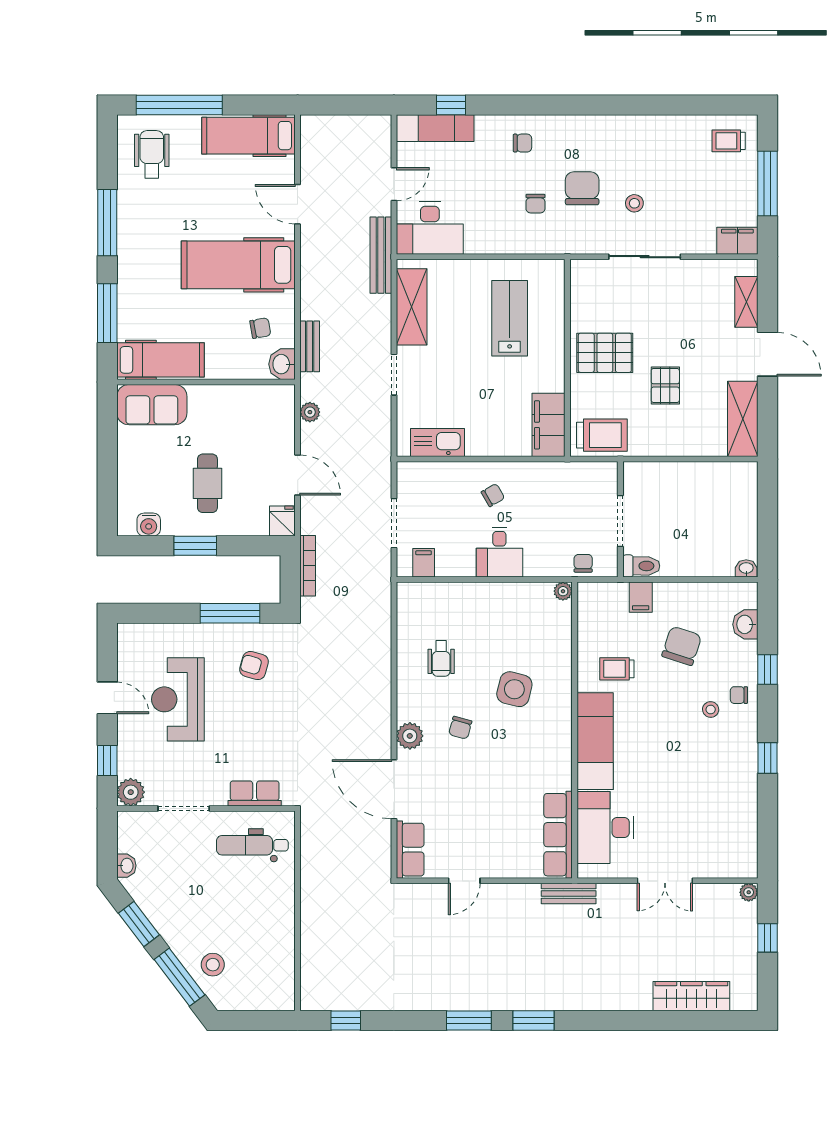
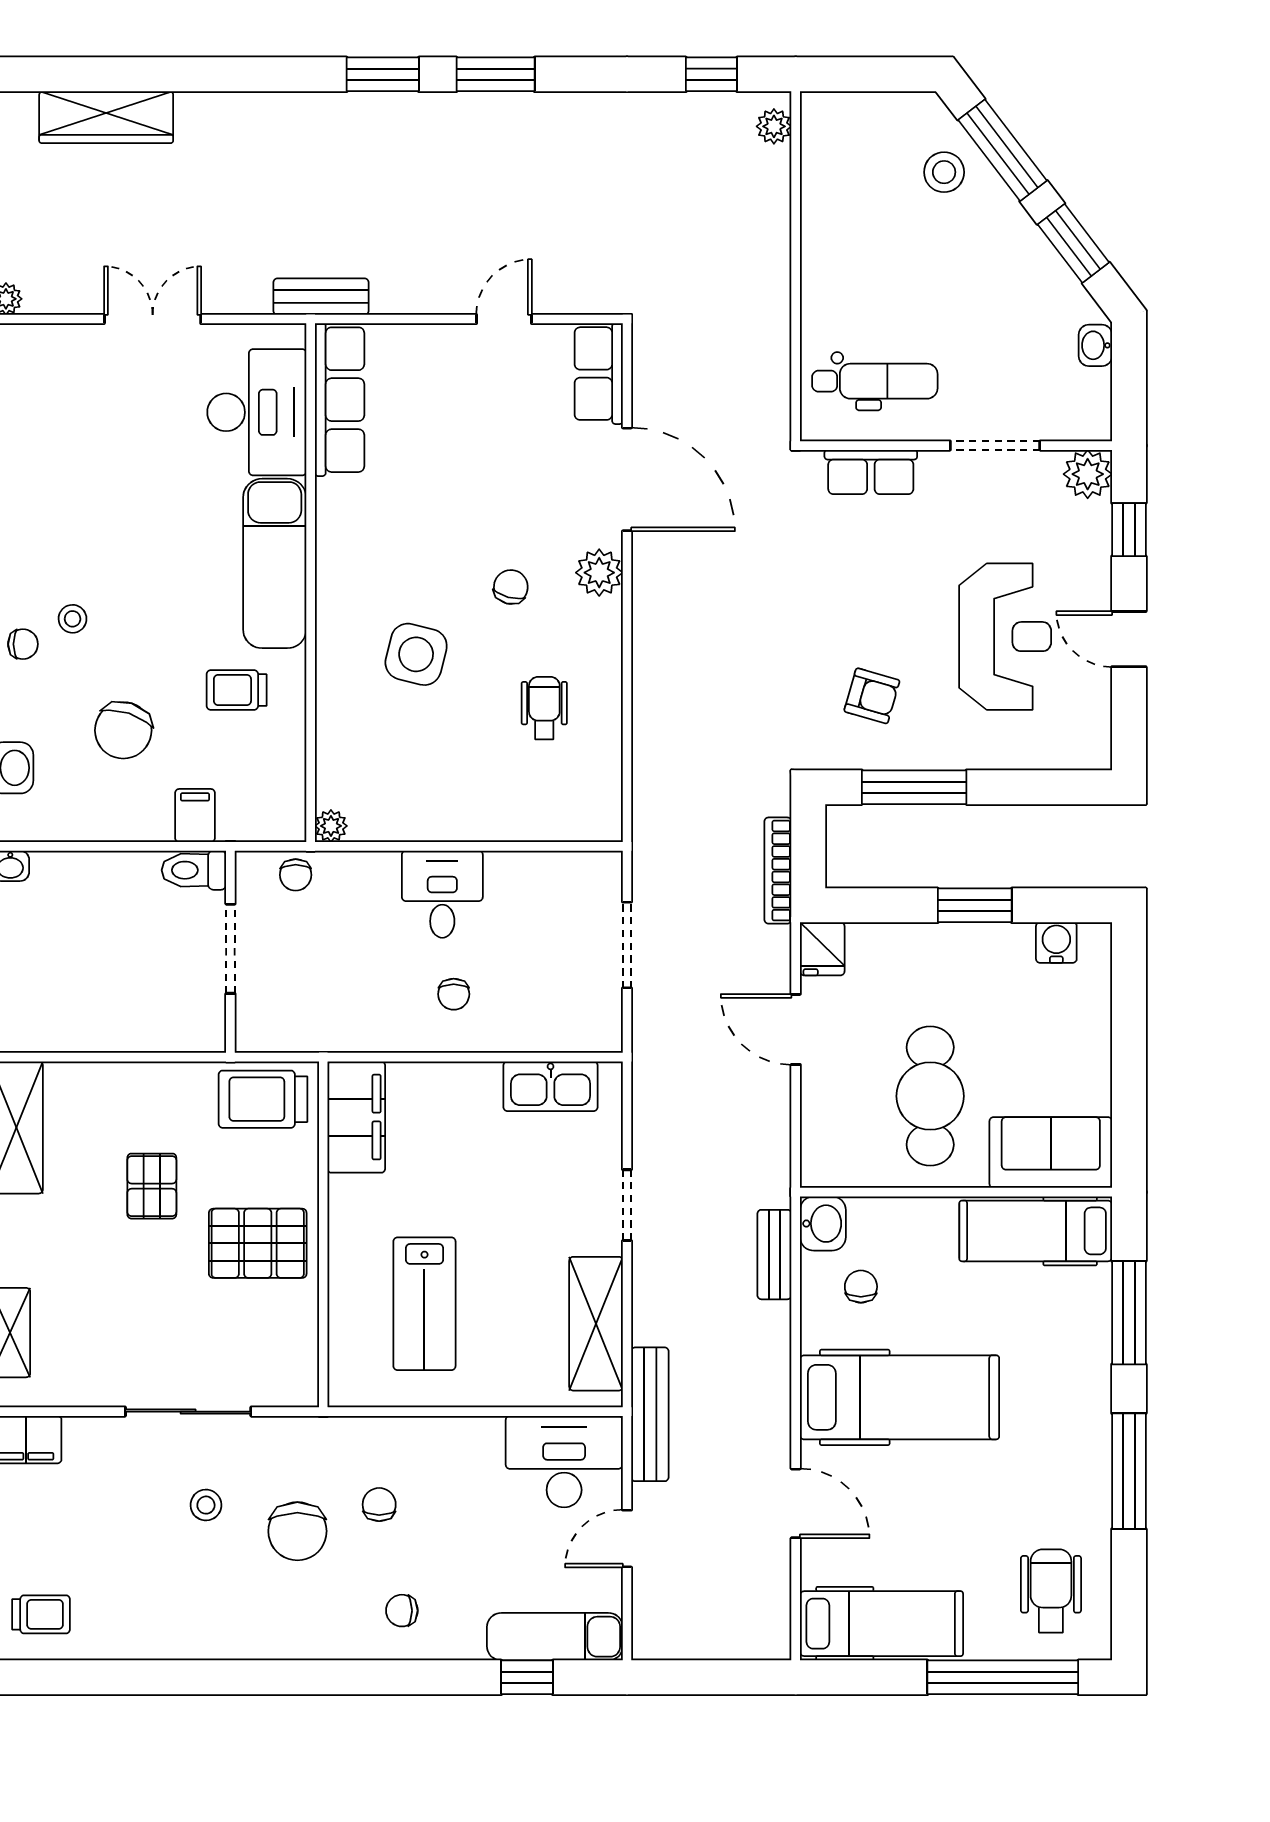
wheelchair: (152, 154) -> (1051, 1591), turned 180
chair: (260, 328) -> (861, 1287), turned 100
plant: (310, 412) -> (774, 126), moved
cafe table: (207, 483) -> (930, 1096), moved, width x1.37, depth x1.35
chair: (493, 495) -> (454, 994), turned -60
filing cabinet: (424, 563) -> (575, 876), removed
trolley: (617, 669) -> (237, 690), turned 180

